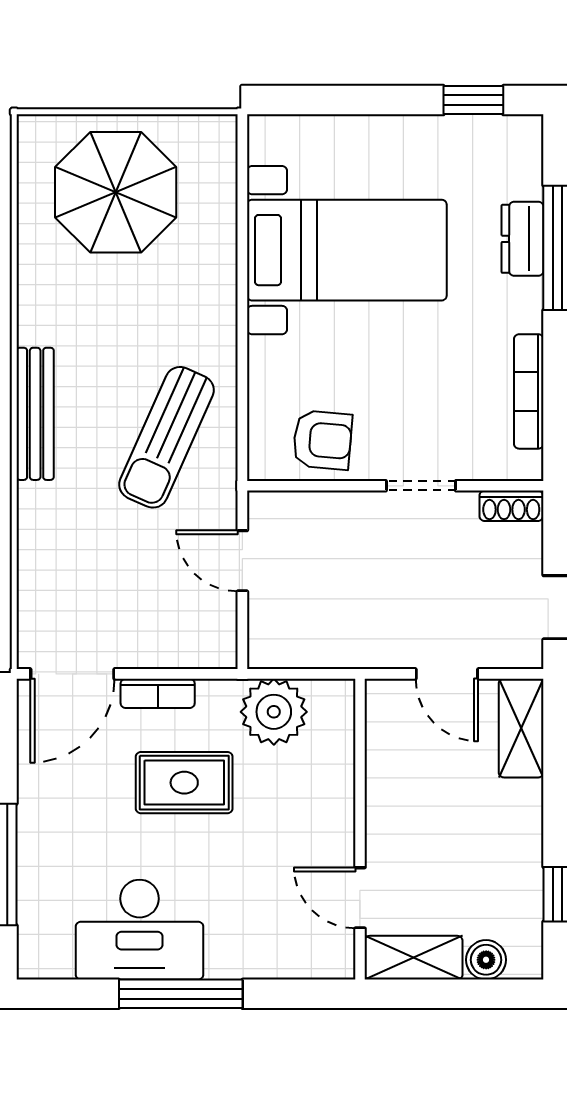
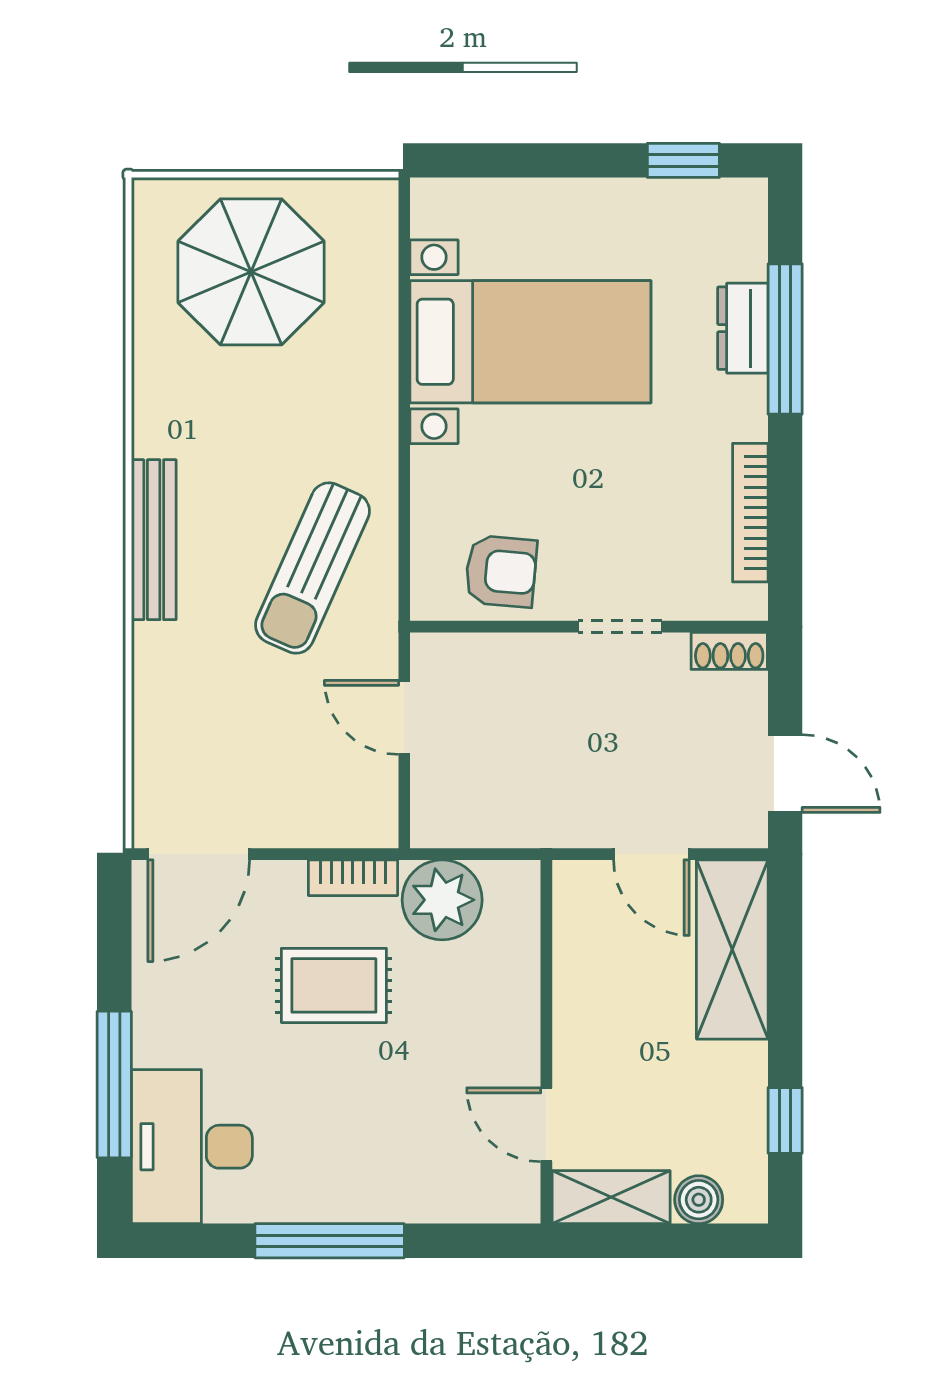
bookcase: (158, 693) -> (353, 878), moved
shelving: (521, 728) -> (732, 949), width x1.50, depth x1.33
desk: (140, 930) -> (192, 1147), moved, turned 90

